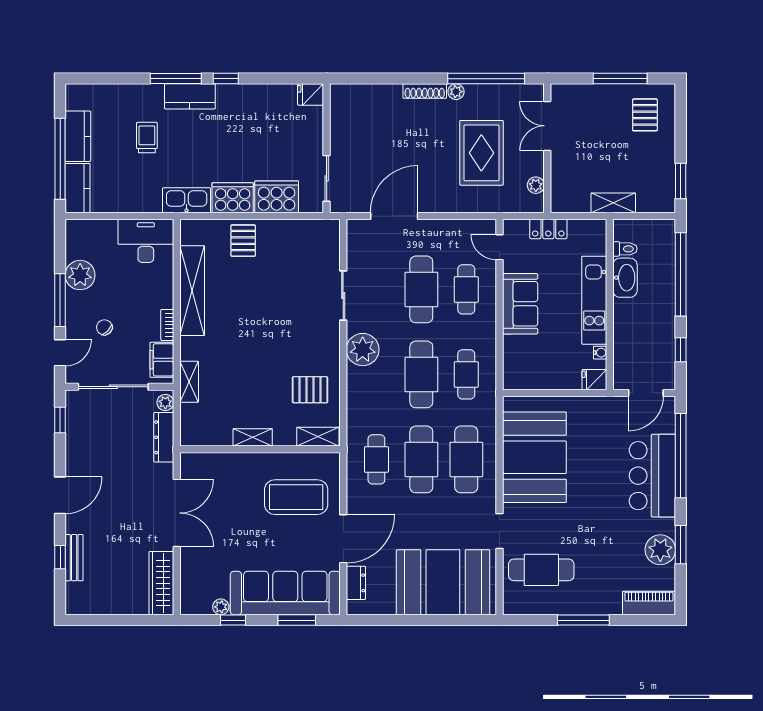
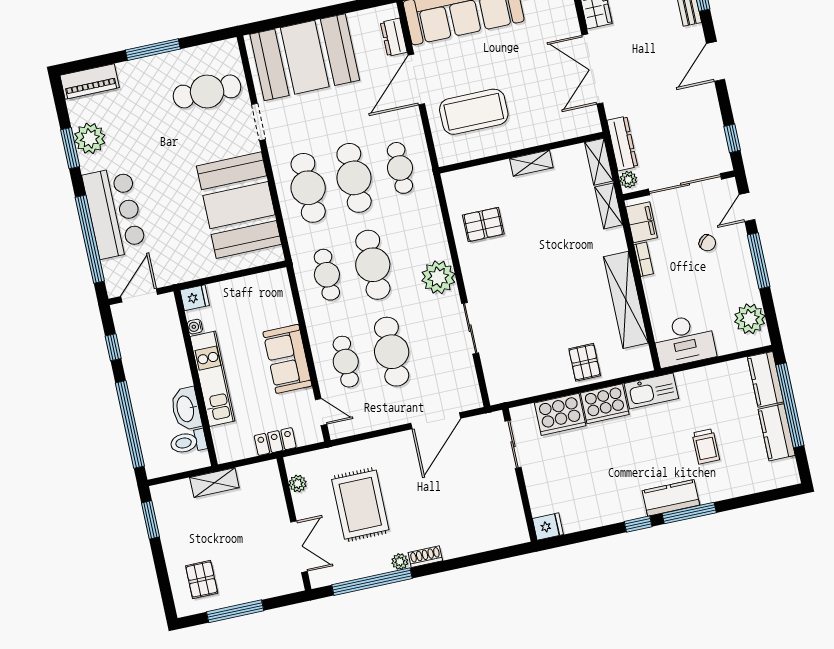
shoe rack: (425, 91) -> (425, 557), width x0.70
toilet: (625, 249) -> (188, 442), width x1.37, depth x1.39
plant: (80, 275) -> (750, 319), moved
shelving: (318, 437) -> (599, 162), moved, turned 90

